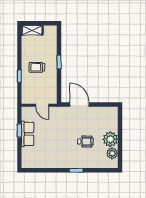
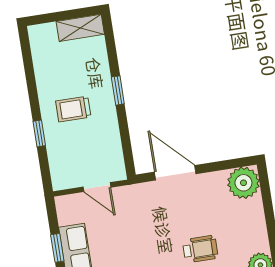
shelving: (32, 30) -> (80, 28), moved
plant: (110, 139) -> (243, 183), moved

